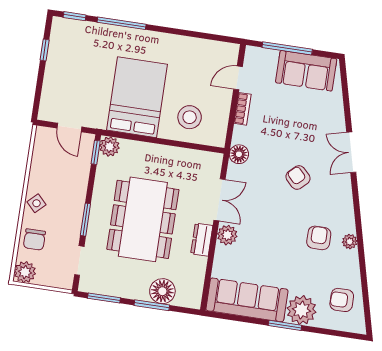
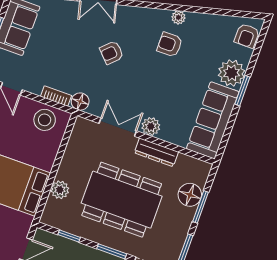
bookcase: (243, 109) -> (56, 96), moved
stool: (190, 117) -> (45, 120), moved
plant: (110, 147) -> (60, 190), moved
window: (96, 152) -> (69, 236), moved
dresser: (202, 240) -> (156, 152), width x1.44
armchair: (342, 300) -> (247, 36), moved

